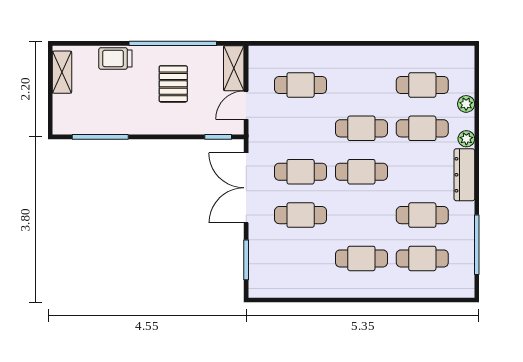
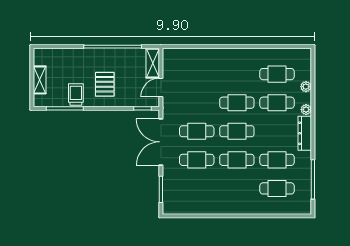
trolley: (115, 58) -> (76, 94), moved, turned 90
shelving: (62, 72) -> (40, 80), moved
pallet: (173, 84) -> (105, 84), moved
cafe table: (301, 85) -> (197, 74), removed
cafe table: (361, 258) -> (237, 160), moved

